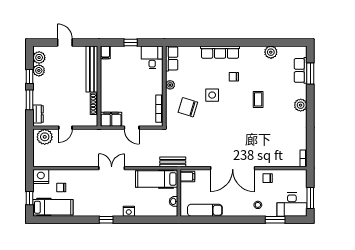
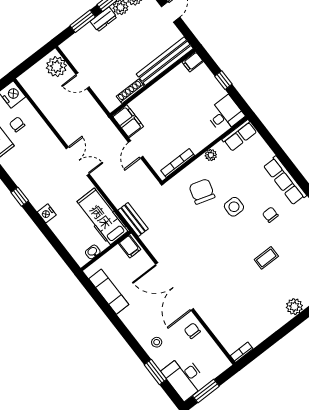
dresser: (38, 114) -> (103, 19), moved

